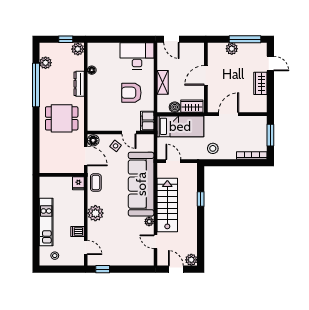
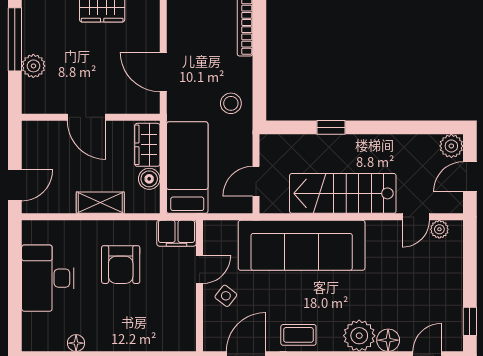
desk: (137, 56) -> (48, 278), moved
floor lamp: (93, 140) -> (388, 340), moved
plant: (149, 222) -> (439, 229), moved

